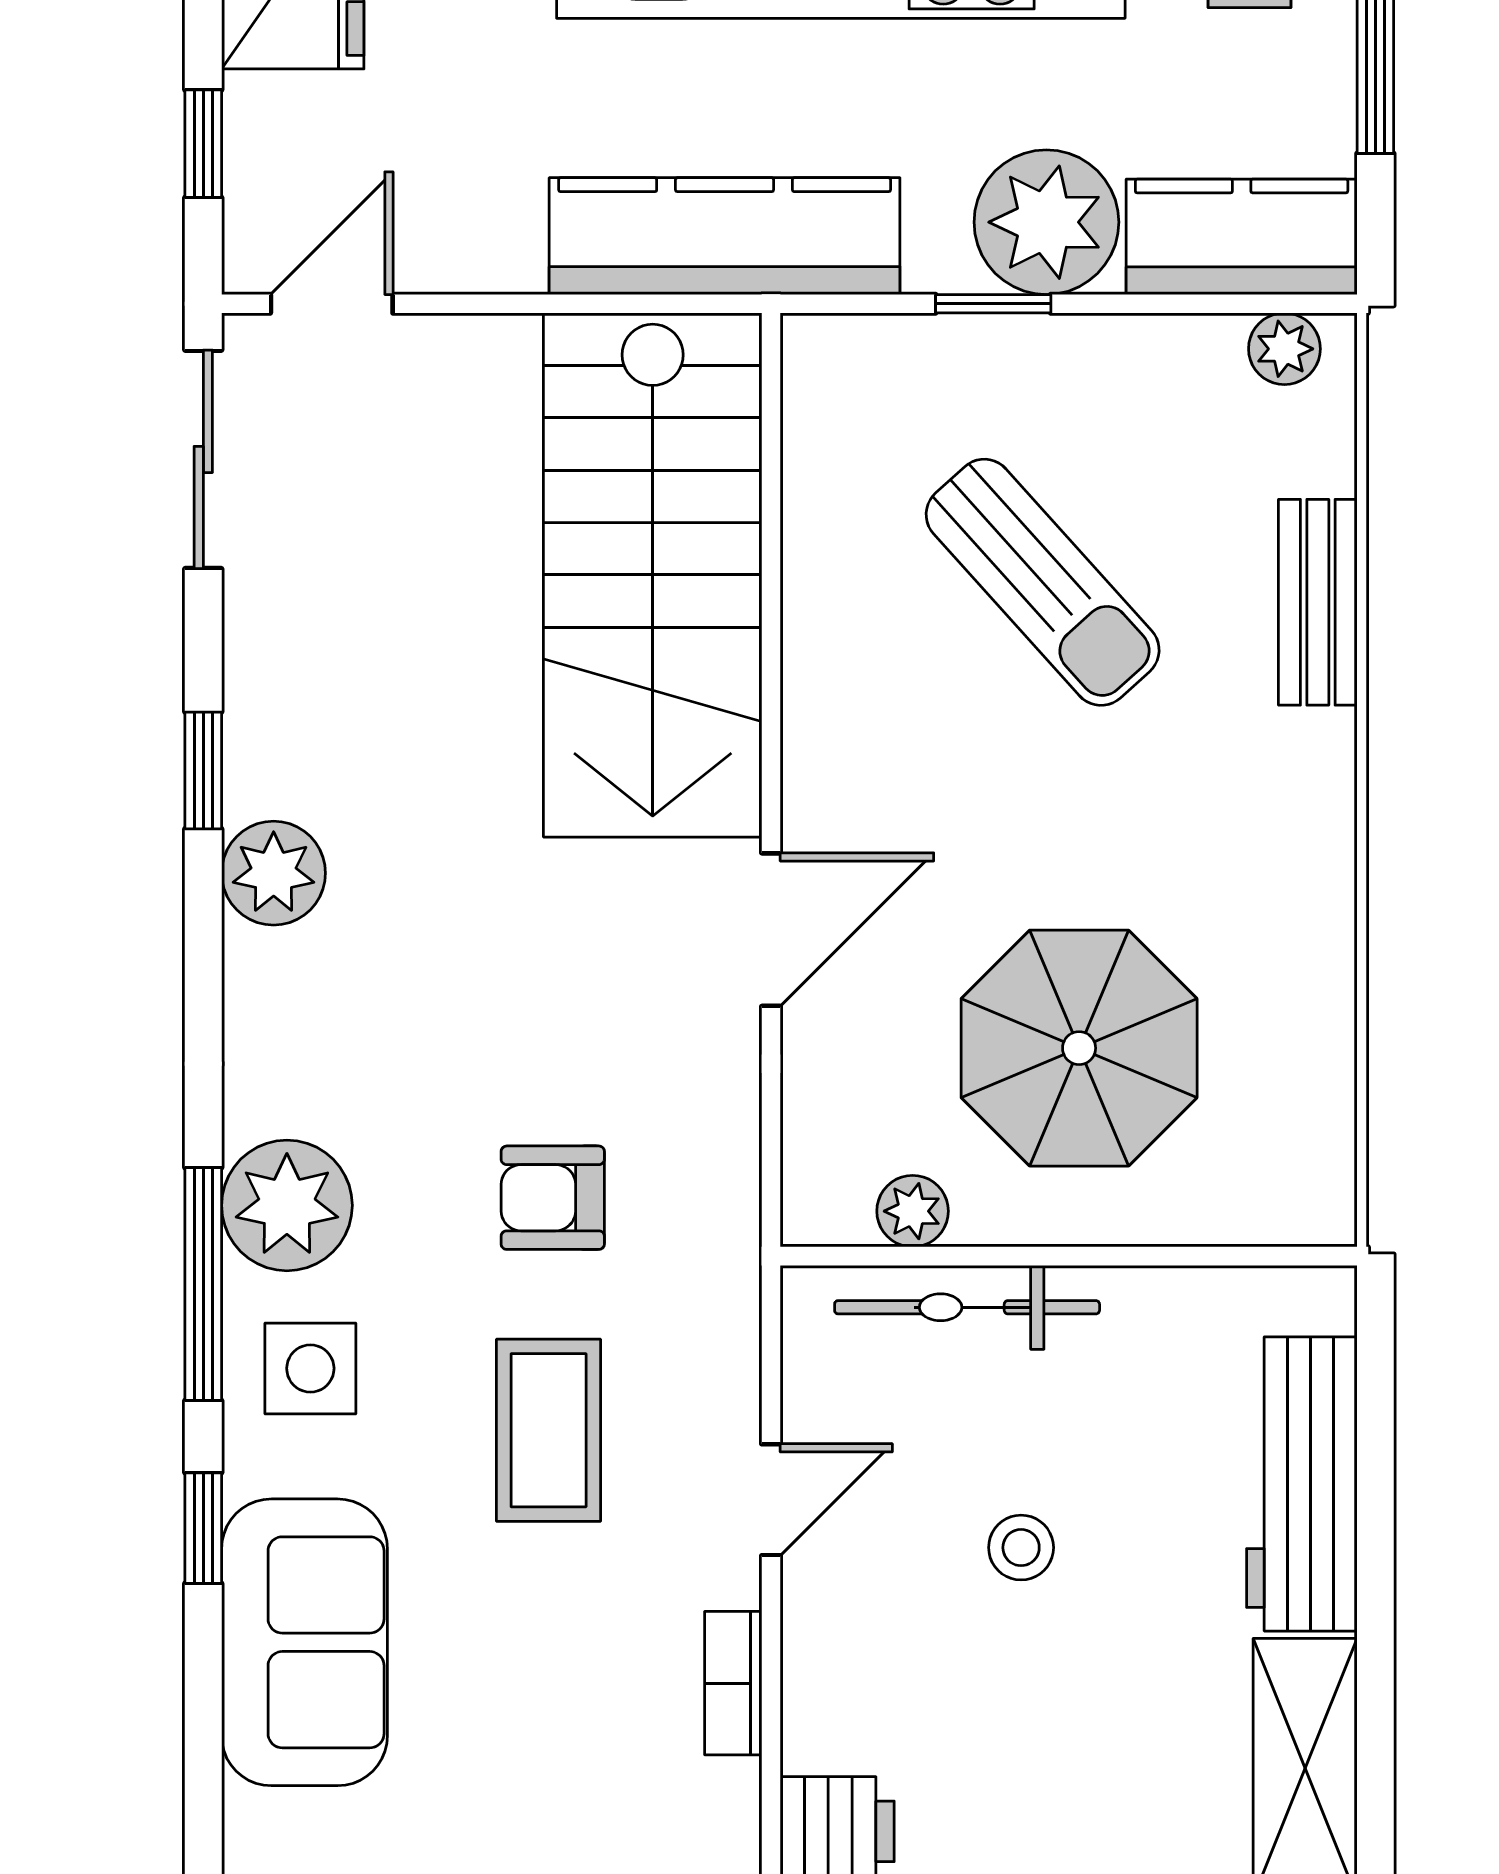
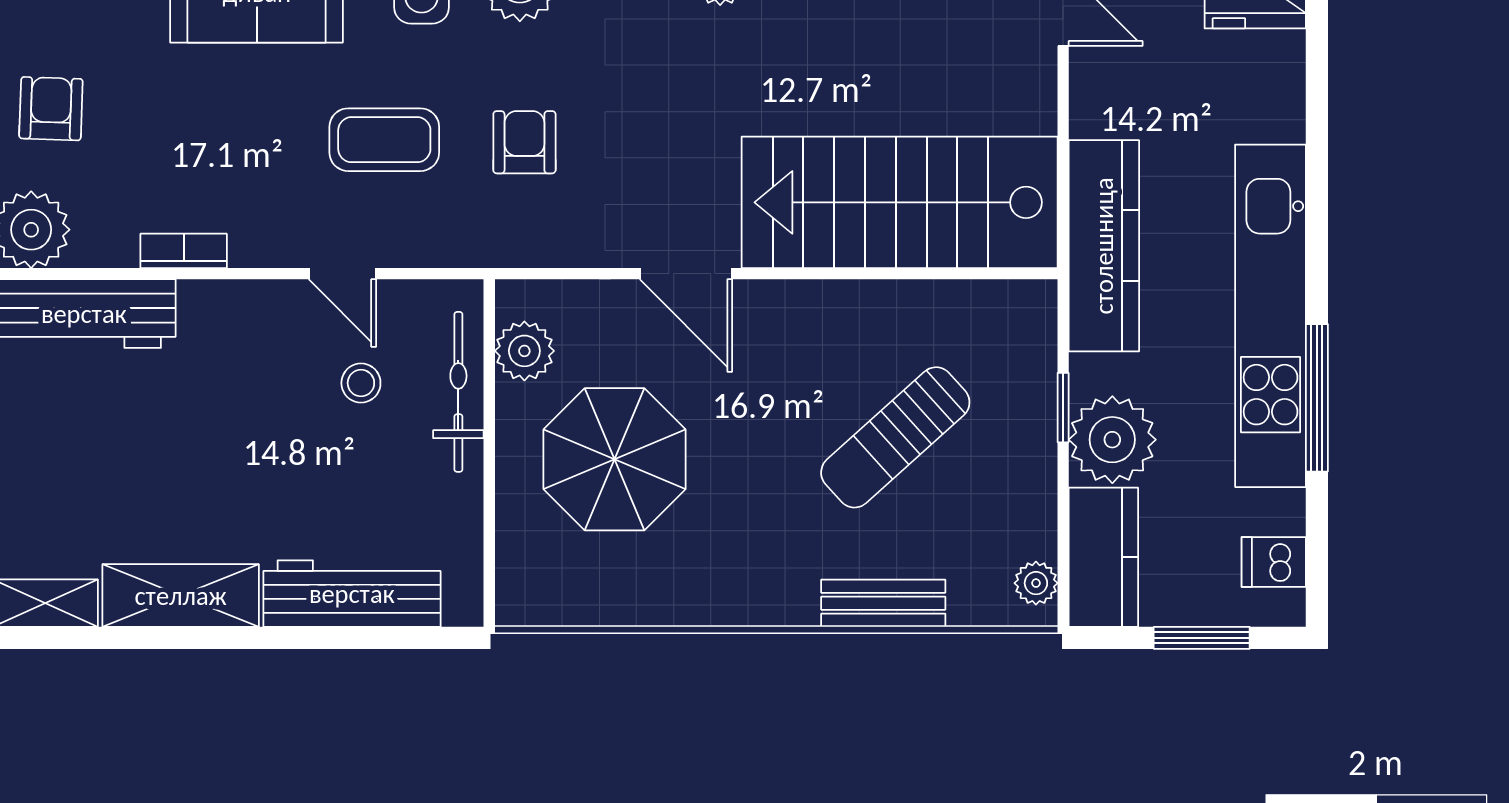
plant: (913, 1211) -> (524, 351), width x1.38, depth x1.38
stool: (1021, 1548) -> (361, 383), moved
bookcase: (733, 1683) -> (184, 251), moved

